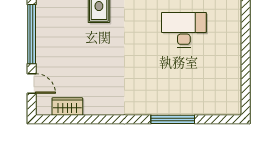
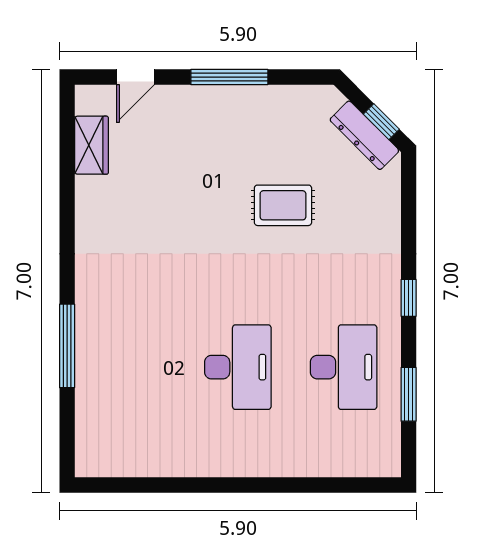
window: (32, 34) -> (229, 77), width x0.68

